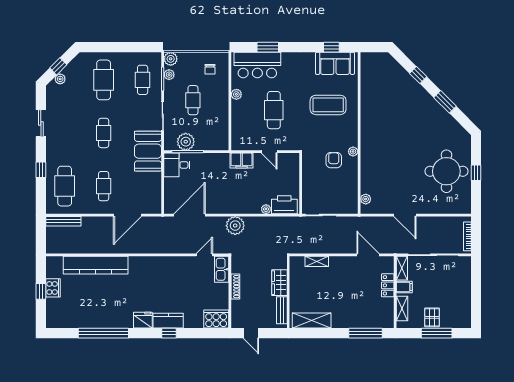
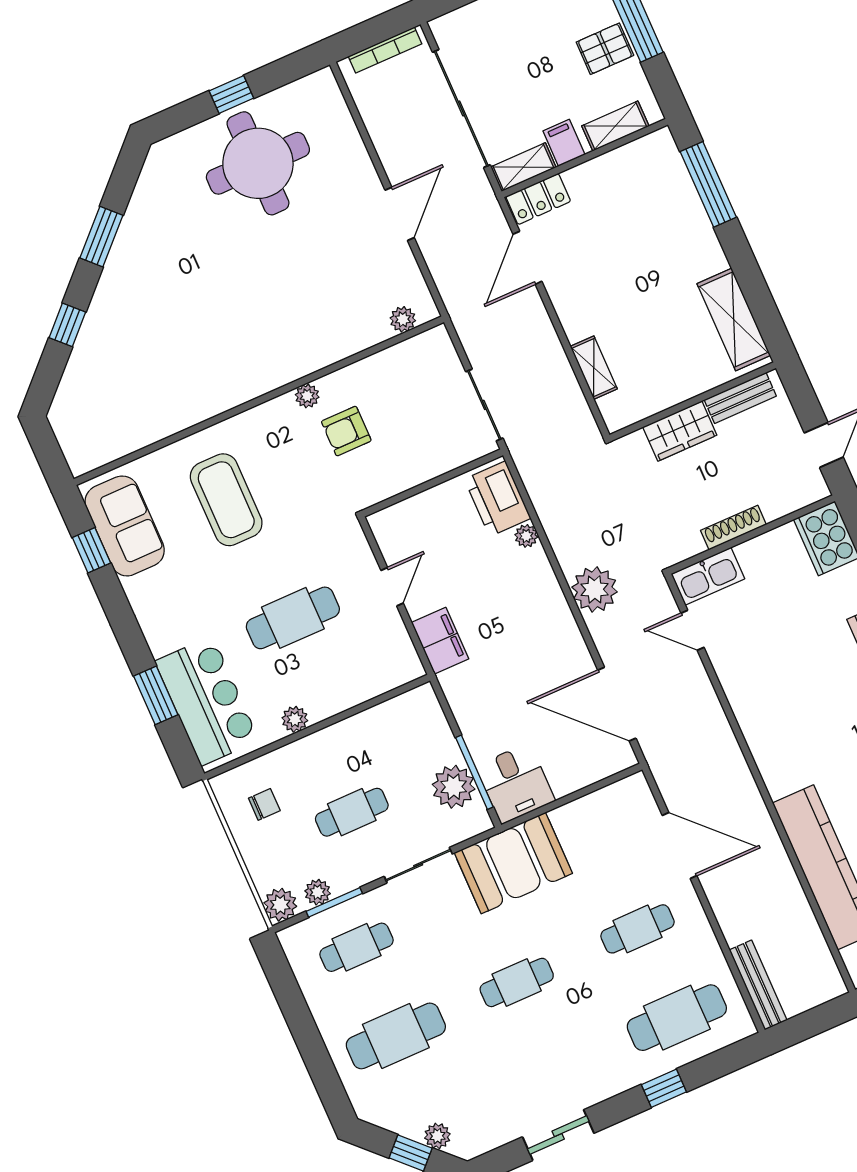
locker: (388, 285) -> (538, 199), moved

